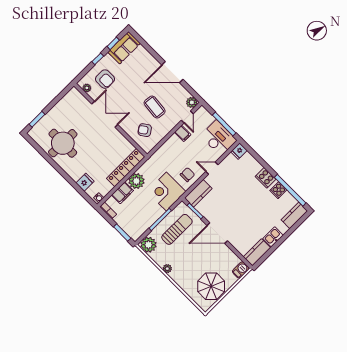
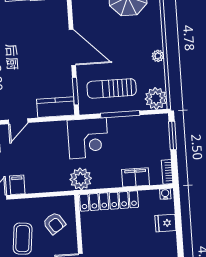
door: (212, 168) -> (18, 121), hinge flipped
chair: (187, 175) -> (50, 137), removed
plant: (136, 181) -> (81, 179), moved

